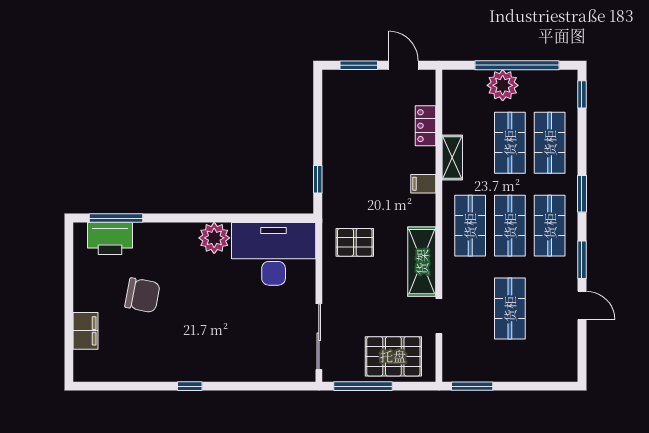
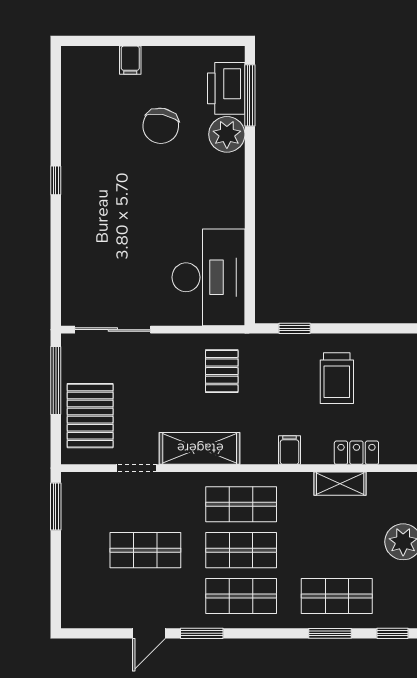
trolley: (361, 143) -> (337, 378), added
shop shelf: (510, 143) -> (337, 550), removed
shelving: (452, 157) -> (340, 484), moved
window: (582, 194) -> (330, 633), moved
plant: (214, 238) -> (227, 134), moved
filing cabinet: (86, 331) -> (130, 60), width x0.50

